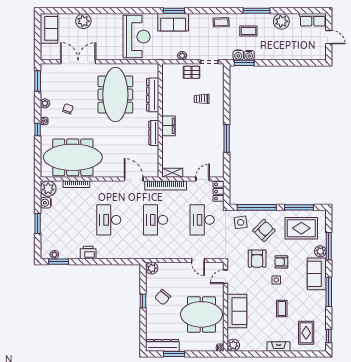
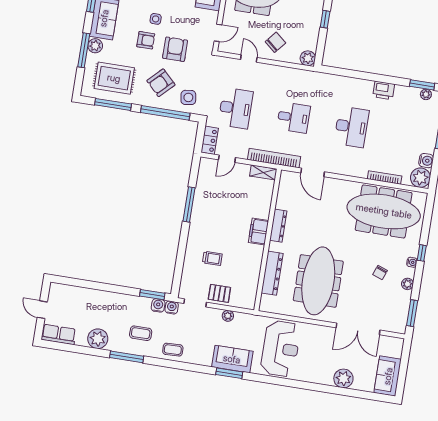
reception desk: (137, 37) -> (281, 349), turned 180
water cooler: (249, 55) -> (172, 307), moved
desk: (155, 220) -> (294, 117), width x0.73
chair: (163, 297) -> (275, 42), moved

